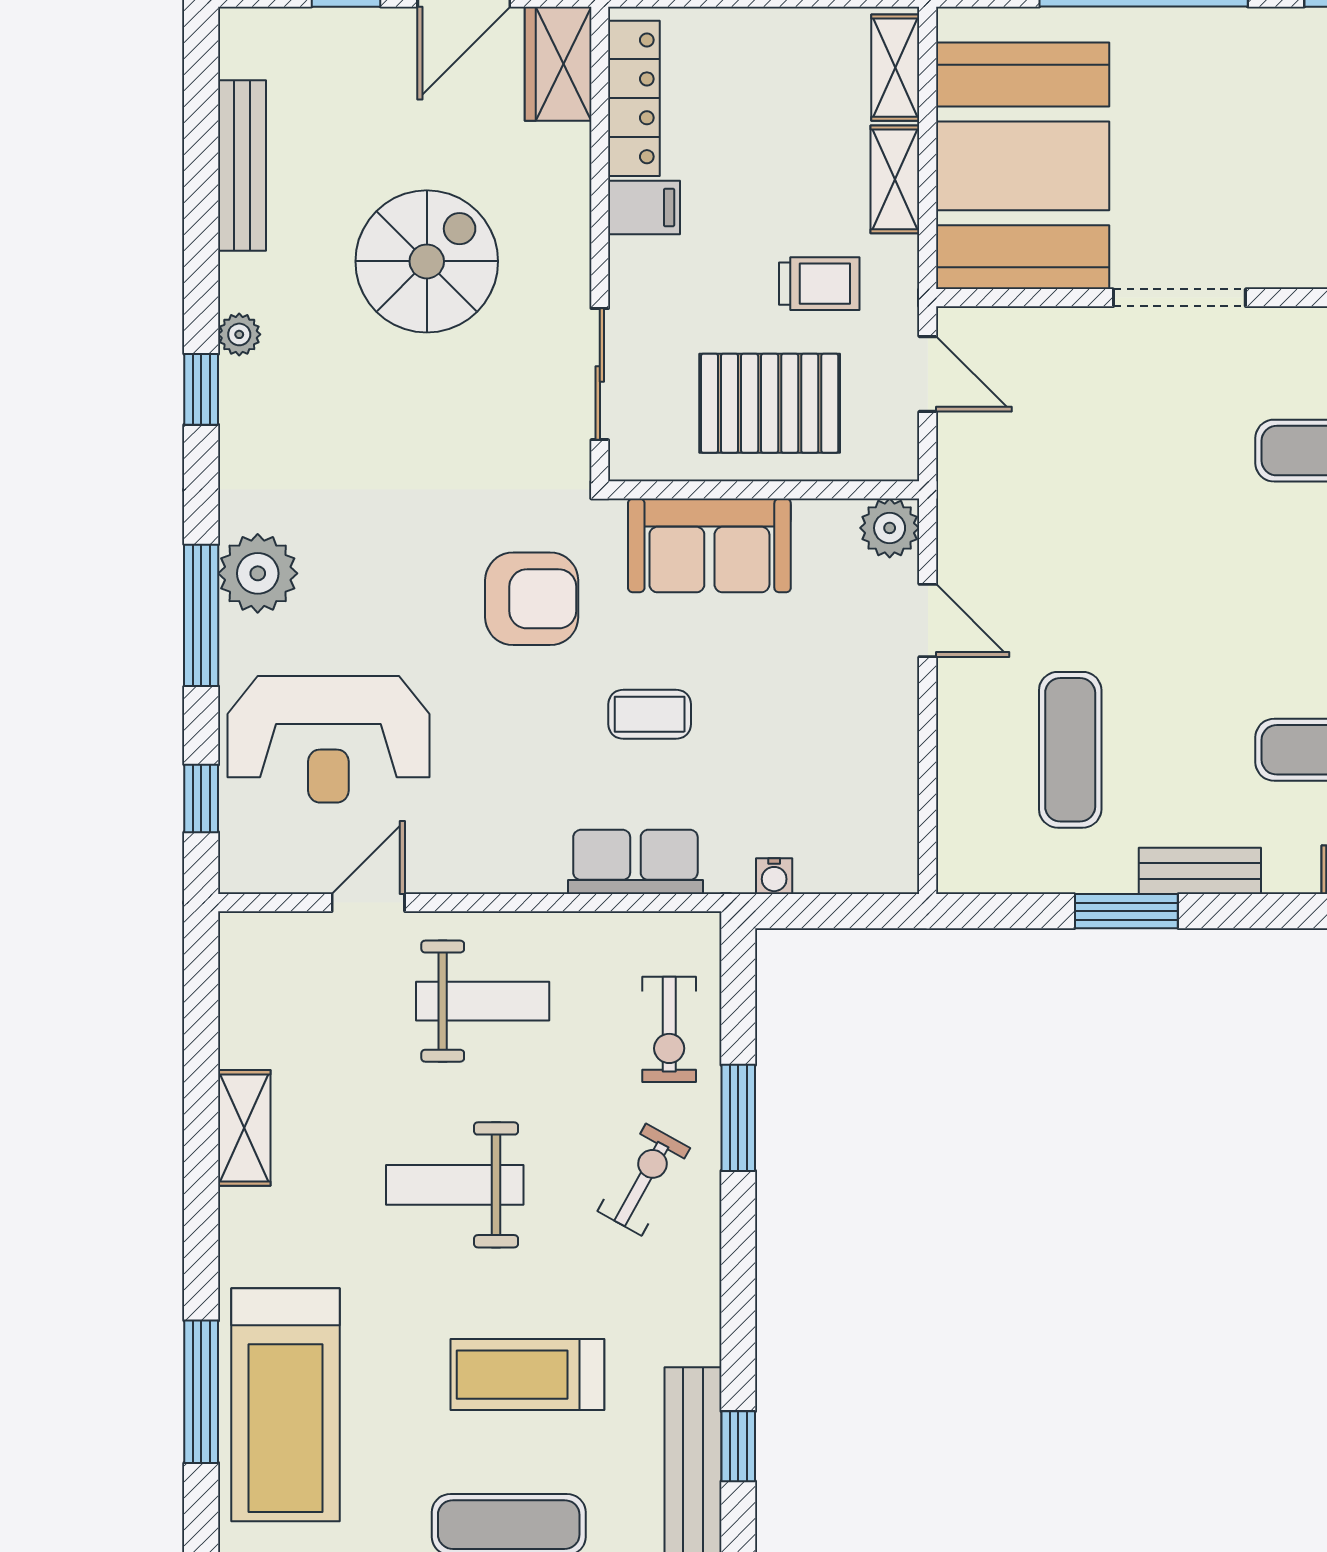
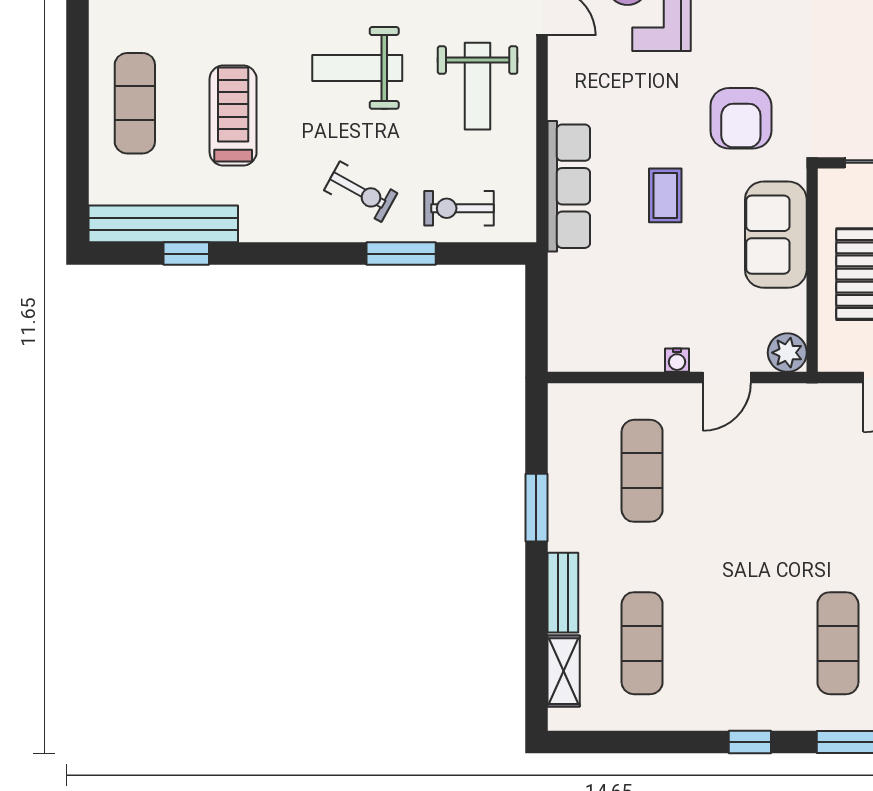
exercise mat: (1070, 750) -> (642, 471), turned 90
row of seats: (635, 862) -> (569, 186), width x1.48
bench: (1200, 871) -> (563, 593), moved
water cooler: (774, 876) -> (677, 360), moved, turned -90
weight bench: (455, 1185) -> (357, 68), turned -90

